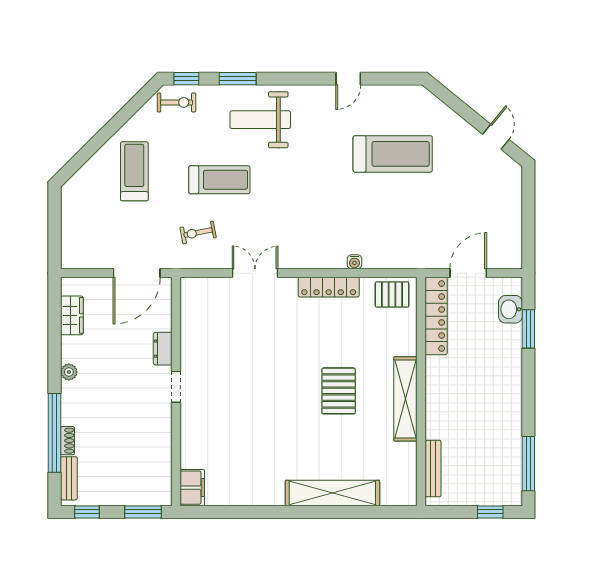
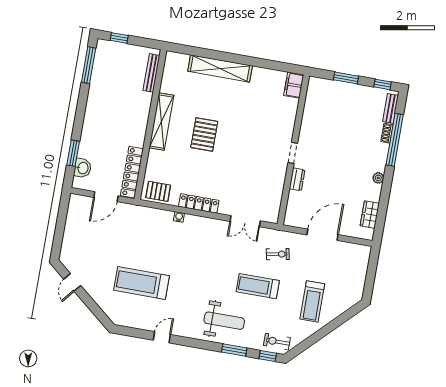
dresser: (163, 349) -> (297, 179), moved
doorway: (176, 387) -> (293, 153), moved
wall: (176, 391) -> (293, 150), moved
filing cabinet: (192, 488) -> (294, 85), moved

